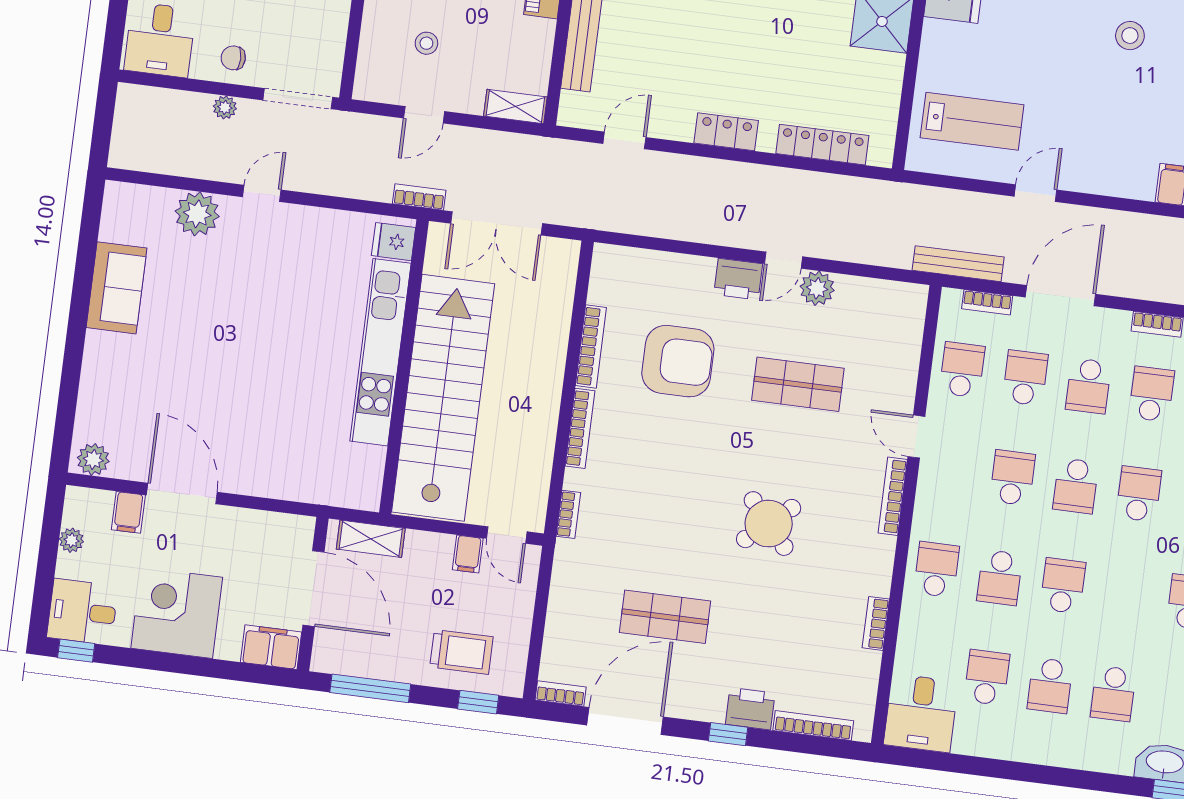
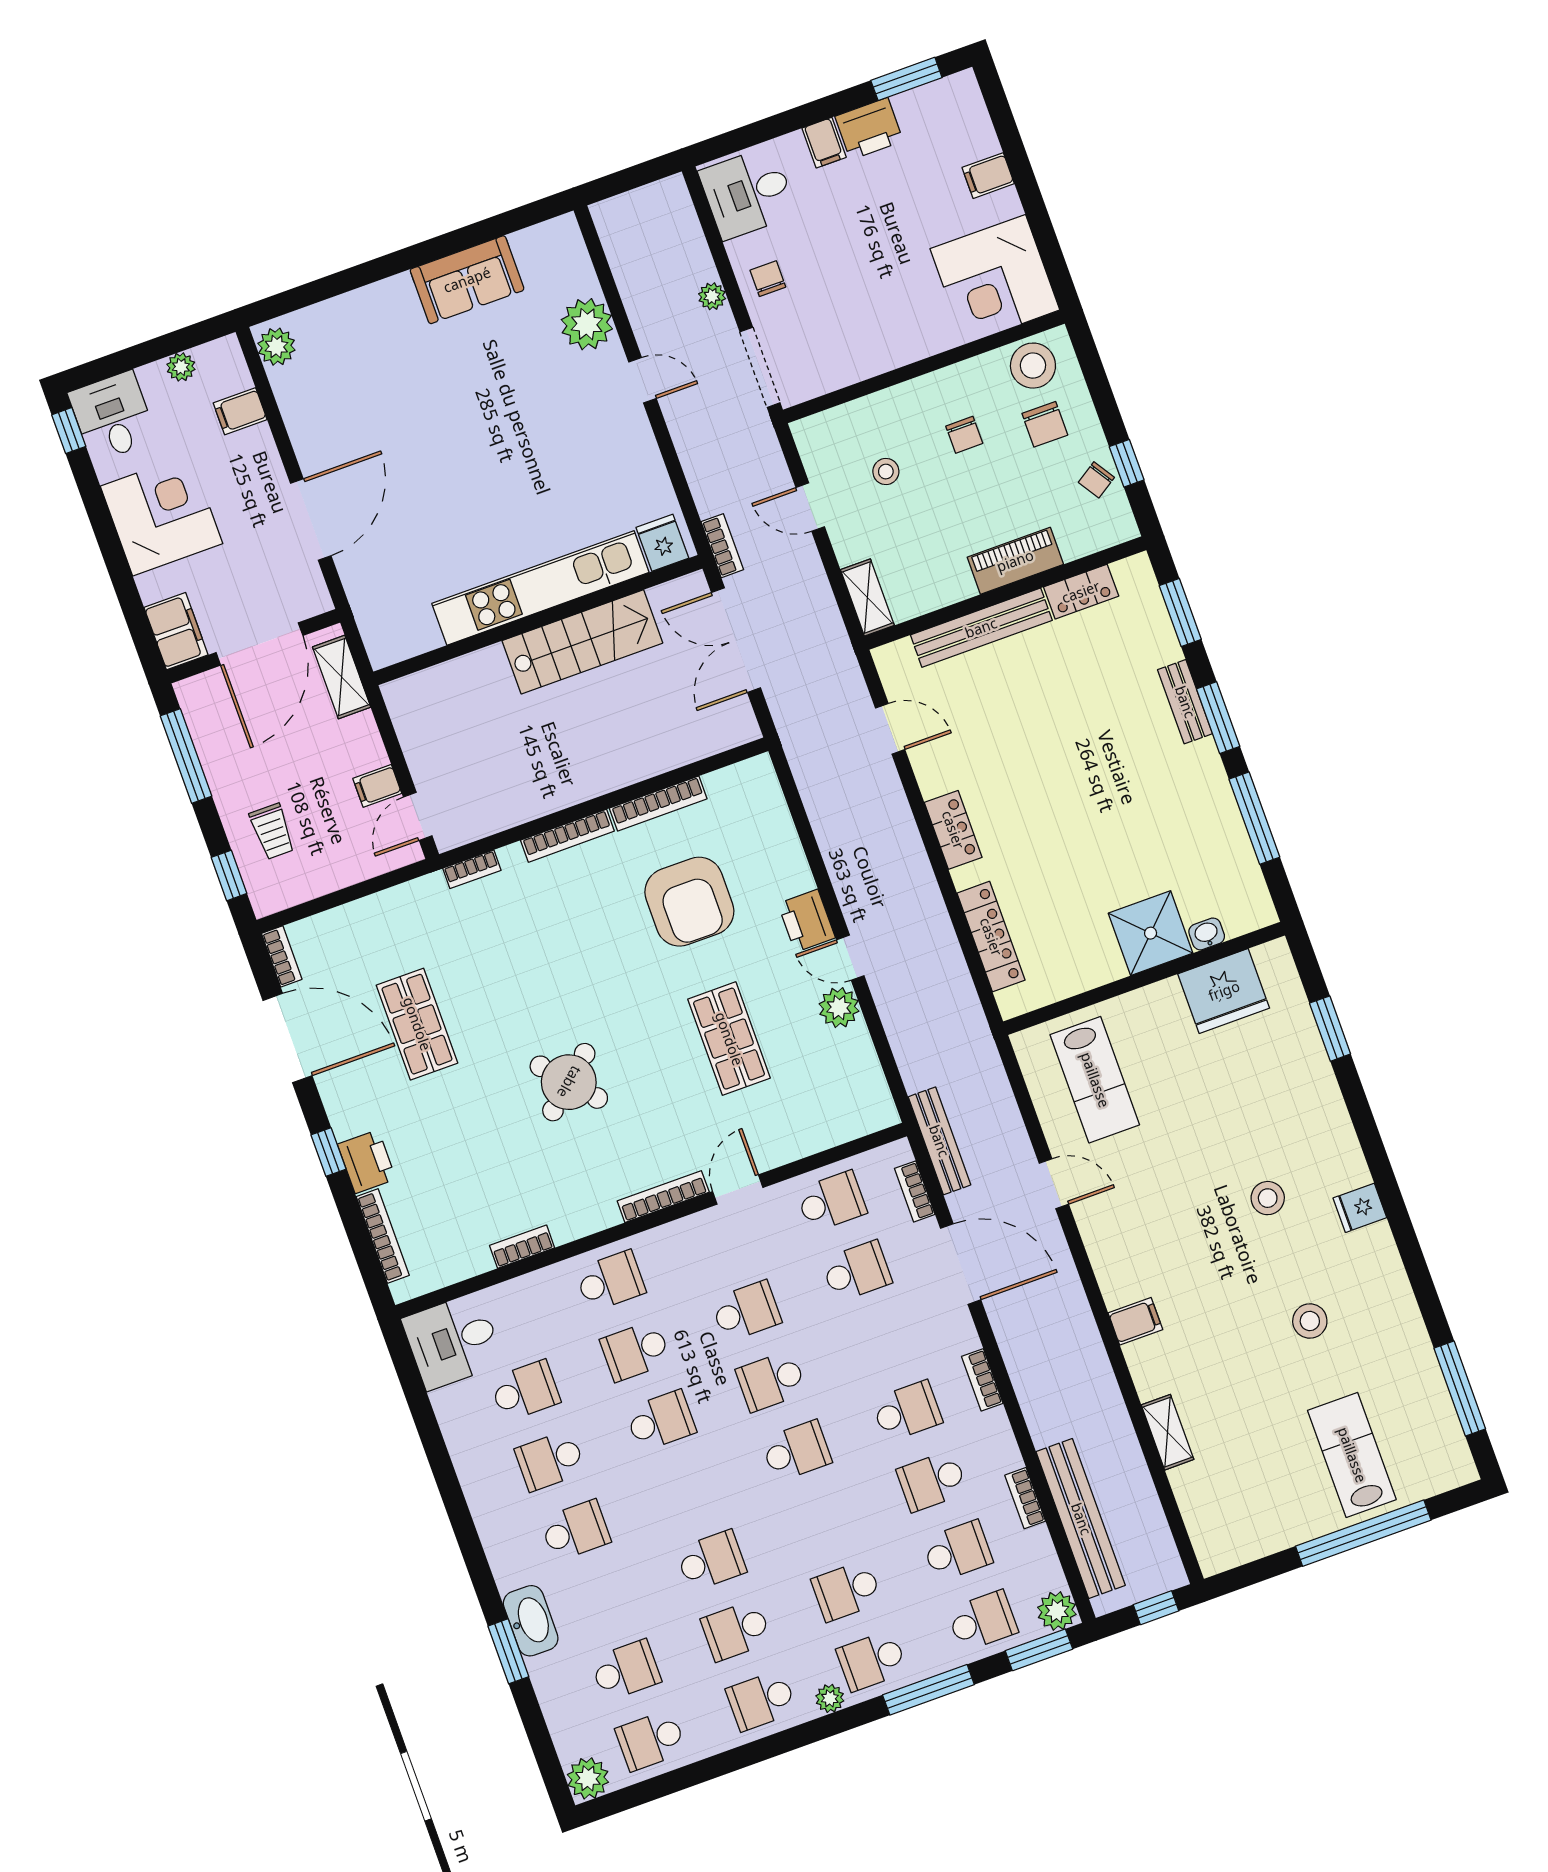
school desk: (1088, 386) -> (882, 1341), removed
stairs: (443, 398) -> (582, 642), width x0.54, depth x0.66
door: (182, 493) -> (311, 520), moved
trolley: (461, 652) -> (272, 831), width x0.73, depth x0.72
school desk: (1113, 694) -> (575, 1530), turned 180

